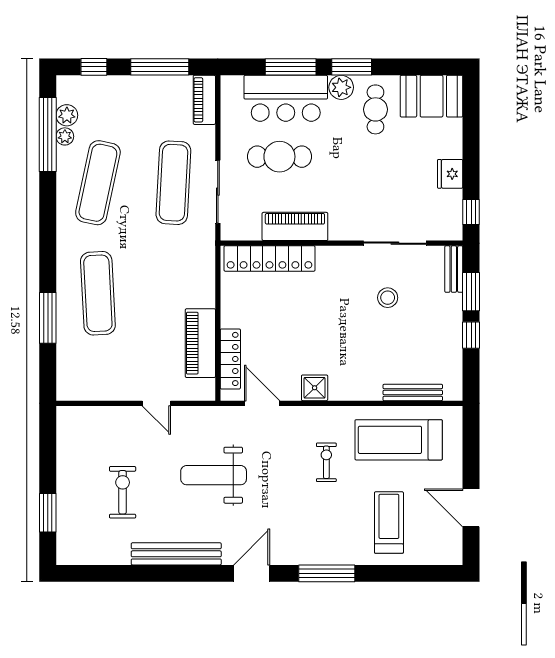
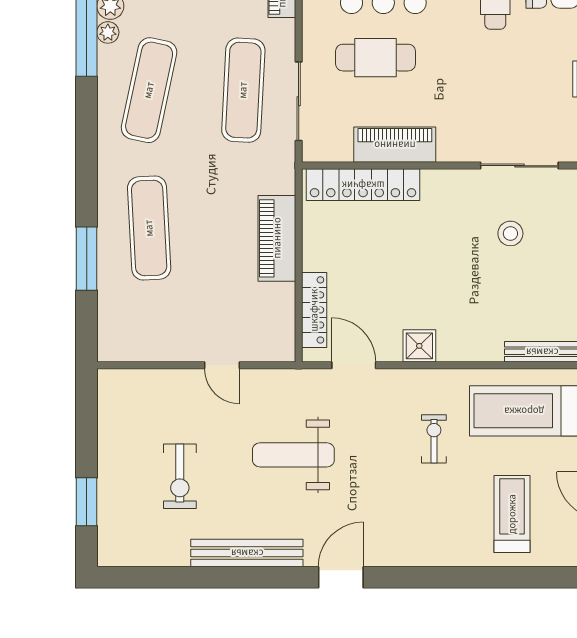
piano: (200, 343) -> (277, 238), moved
exercise bike: (123, 492) -> (180, 476), turned 180
window: (327, 573) -> (434, 577), removed

